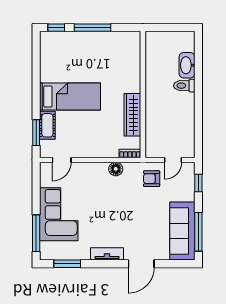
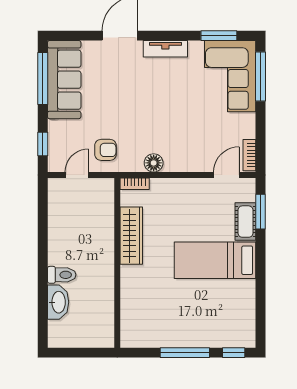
bookcase: (44, 175) -> (249, 155), added
corner sofa: (59, 214) -> (230, 76), moved

